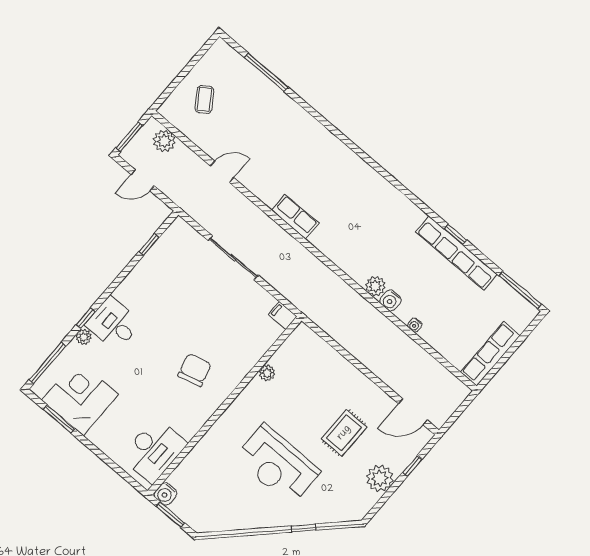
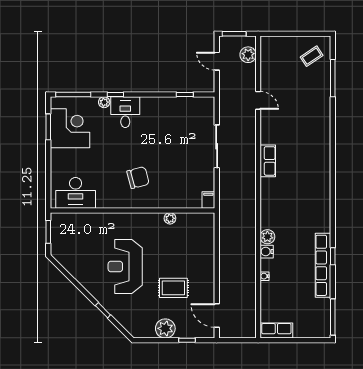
coffee table: (204, 99) -> (312, 56), moved
row of seats: (490, 354) -> (276, 330), width x0.68
water cooler: (165, 494) -> (57, 219), removed

